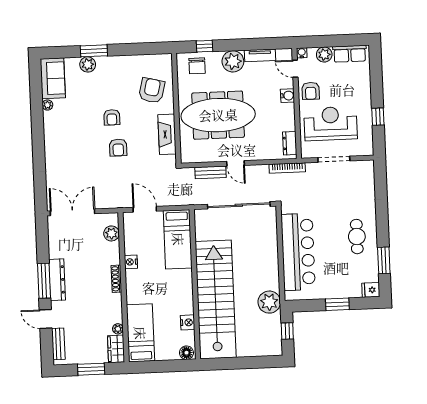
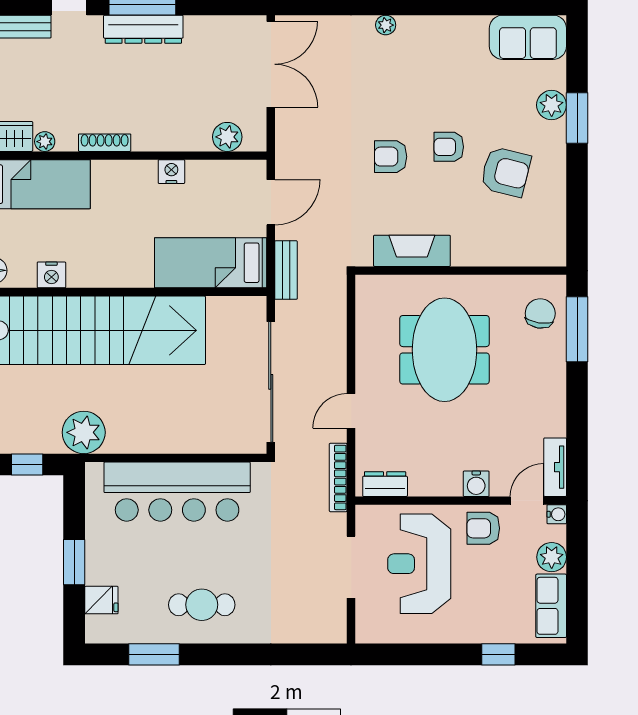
window: (204, 46) -> (577, 329), width x2.17
tv unit: (260, 55) -> (555, 467), moved
plant: (233, 61) -> (546, 382), removed
chair: (197, 66) -> (540, 313), turned 99
armchair: (152, 90) -> (506, 172), moved
plant: (47, 105) -> (386, 25), moved
meeting table: (218, 115) -> (445, 350), width x0.73
window: (378, 117) -> (498, 654), moved
reception desk: (331, 124) -> (419, 564), turned 180
door: (236, 163) -> (351, 411), moved
bench: (210, 172) -> (286, 270), moved
shoe rack: (116, 279) -> (105, 143), moved
fridge: (371, 290) -> (101, 600), moved, turned 90

